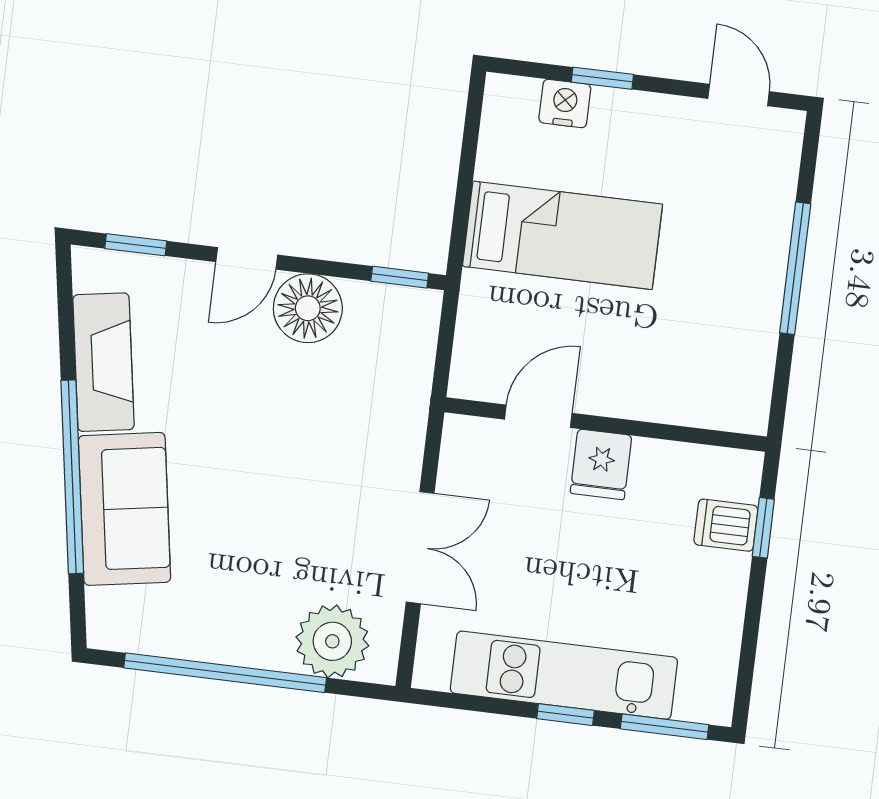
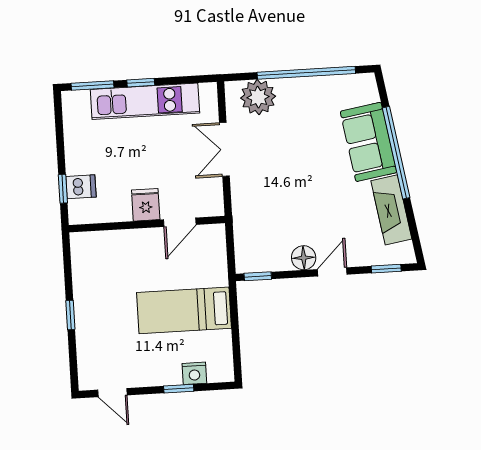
window: (795, 268) -> (70, 315), width x0.46
floor lamp: (308, 308) -> (304, 258), width x0.73, depth x0.73

